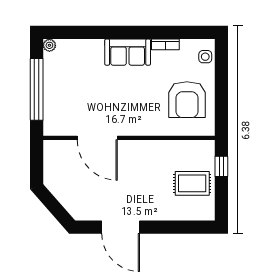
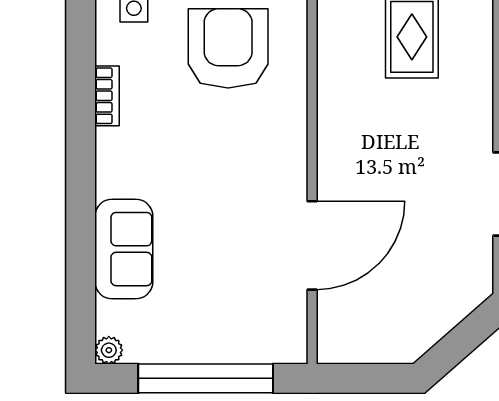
sofa: (128, 52) -> (124, 249), moved
armchair: (187, 100) -> (228, 48), turned -90

